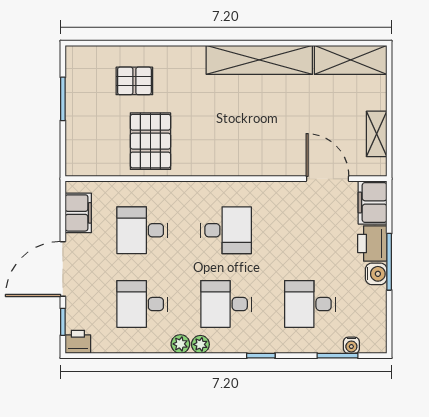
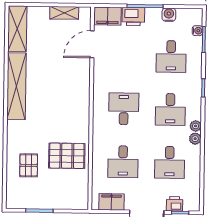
water cooler: (376, 274) -> (169, 15), moved
printer: (78, 342) -> (175, 204), moved, turned 90

